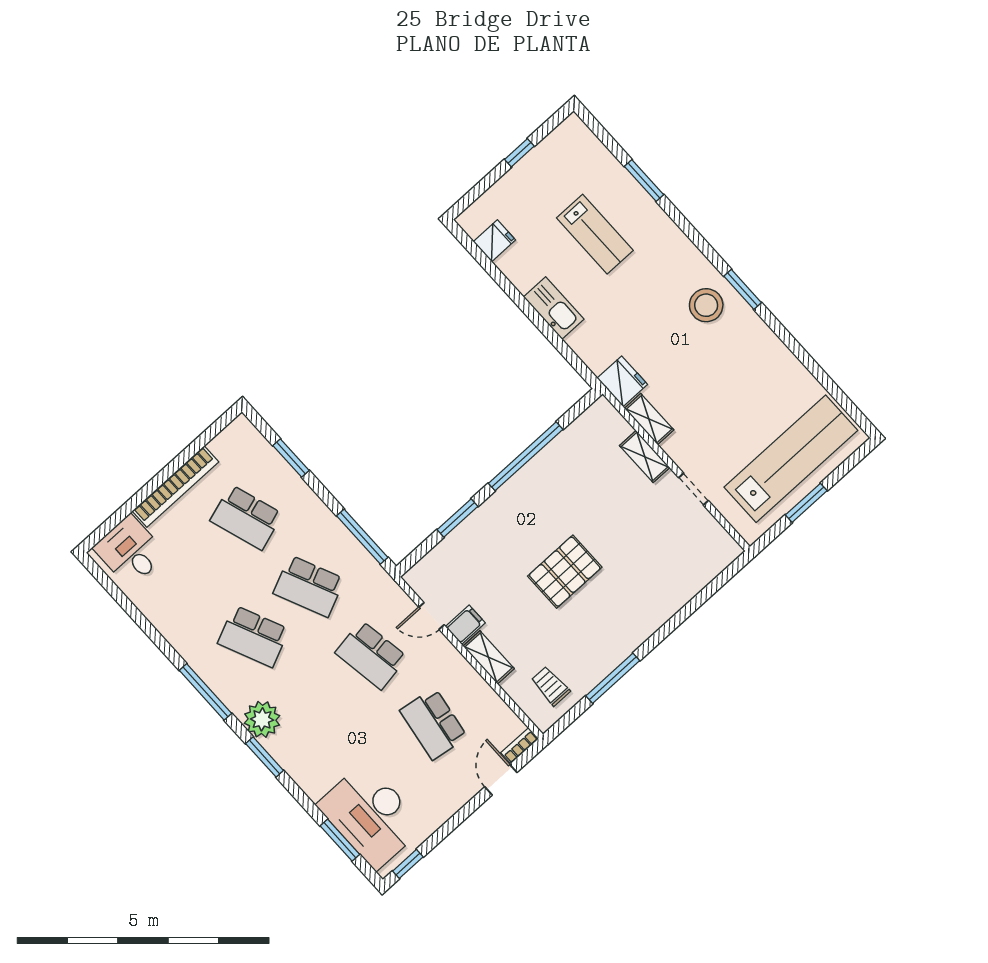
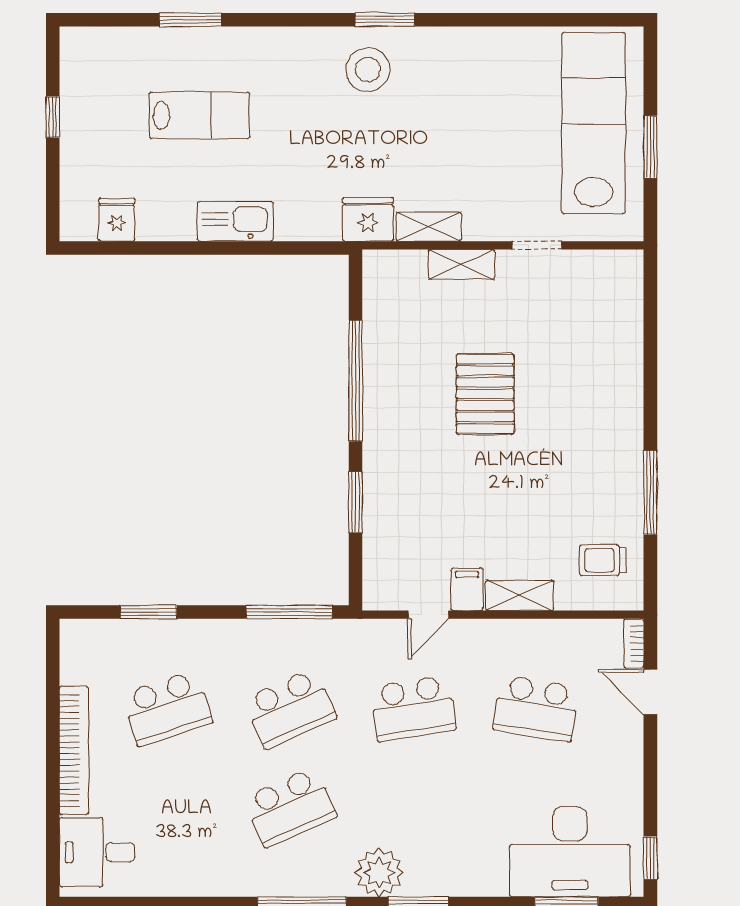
pallet: (565, 572) -> (485, 394), moved

